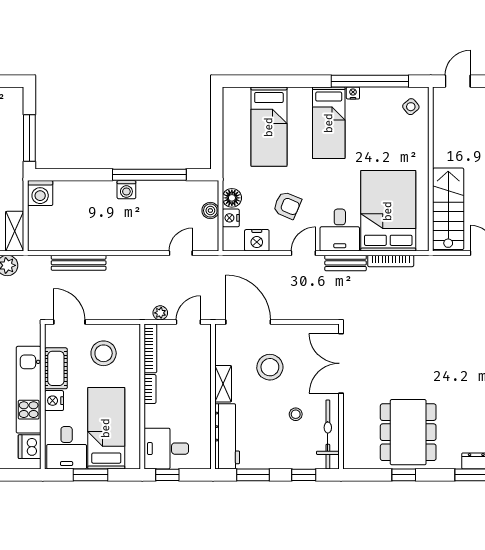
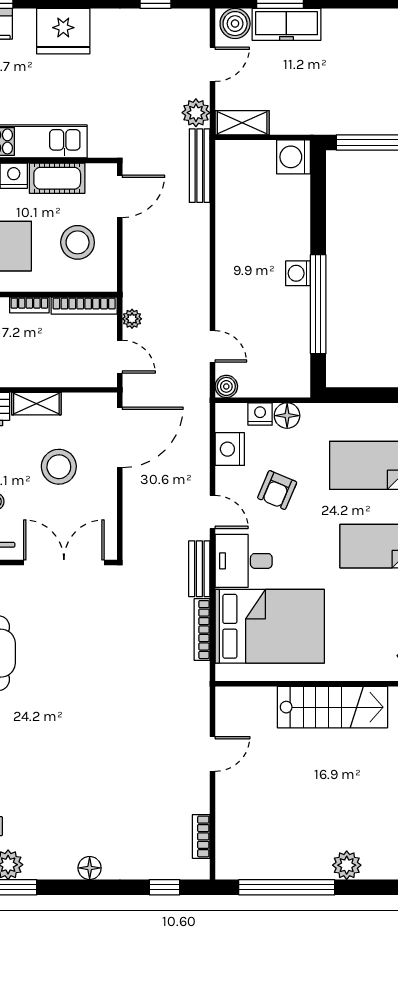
stairs: (448, 209) -> (332, 707), moved
boiler: (210, 211) -> (226, 386), moved
bench: (79, 263) -> (200, 166), moved

